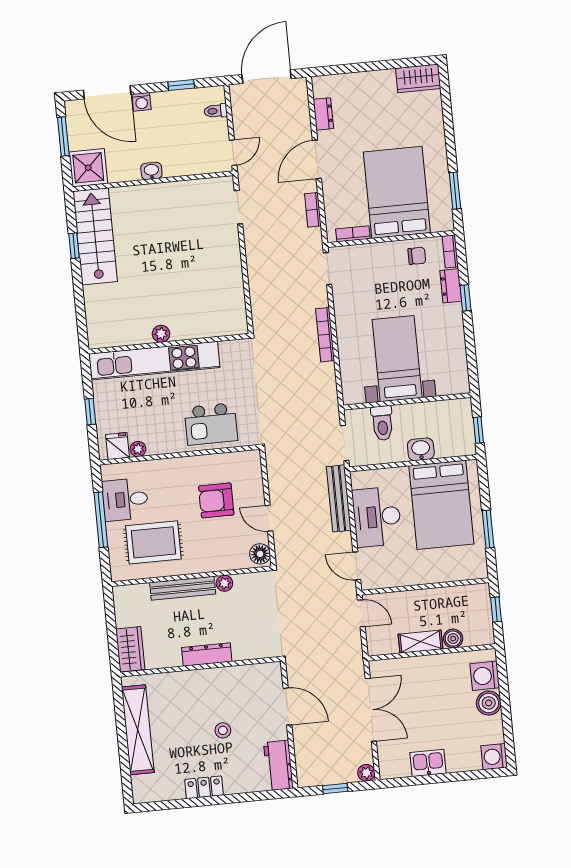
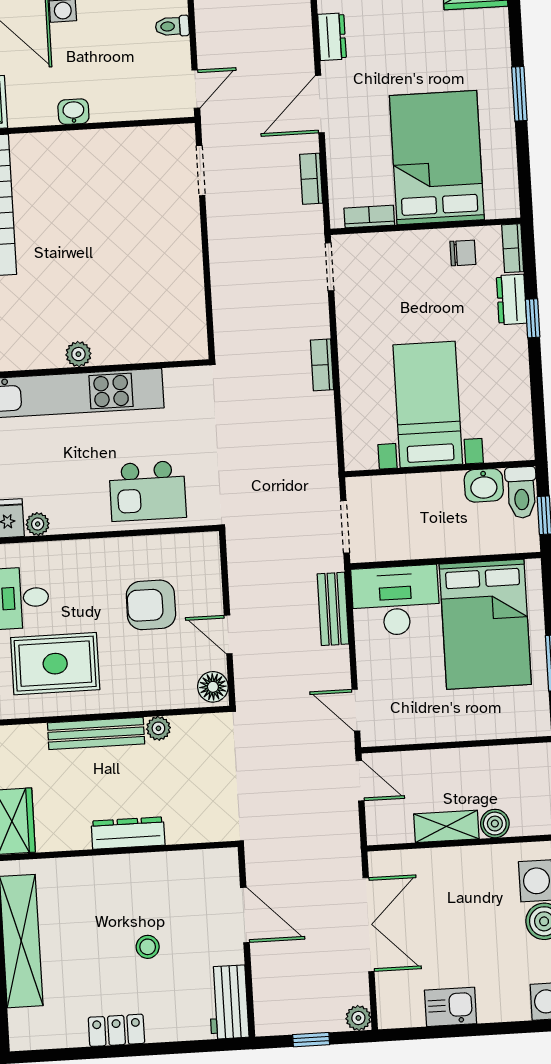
window: (455, 191) -> (519, 94), moved
bookcase: (325, 335) -> (322, 365), width x0.64
toilet: (382, 423) -> (521, 492), moved
washbasin: (421, 449) -> (484, 485), moved, turned 180
bench: (339, 498) -> (333, 609), width x0.73
desk: (377, 517) -> (396, 601), moved, turned 90

